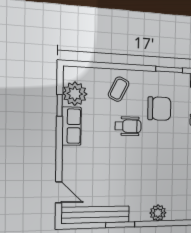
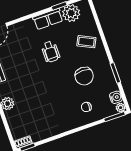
wheelchair: (128, 126) -> (51, 52), moved

